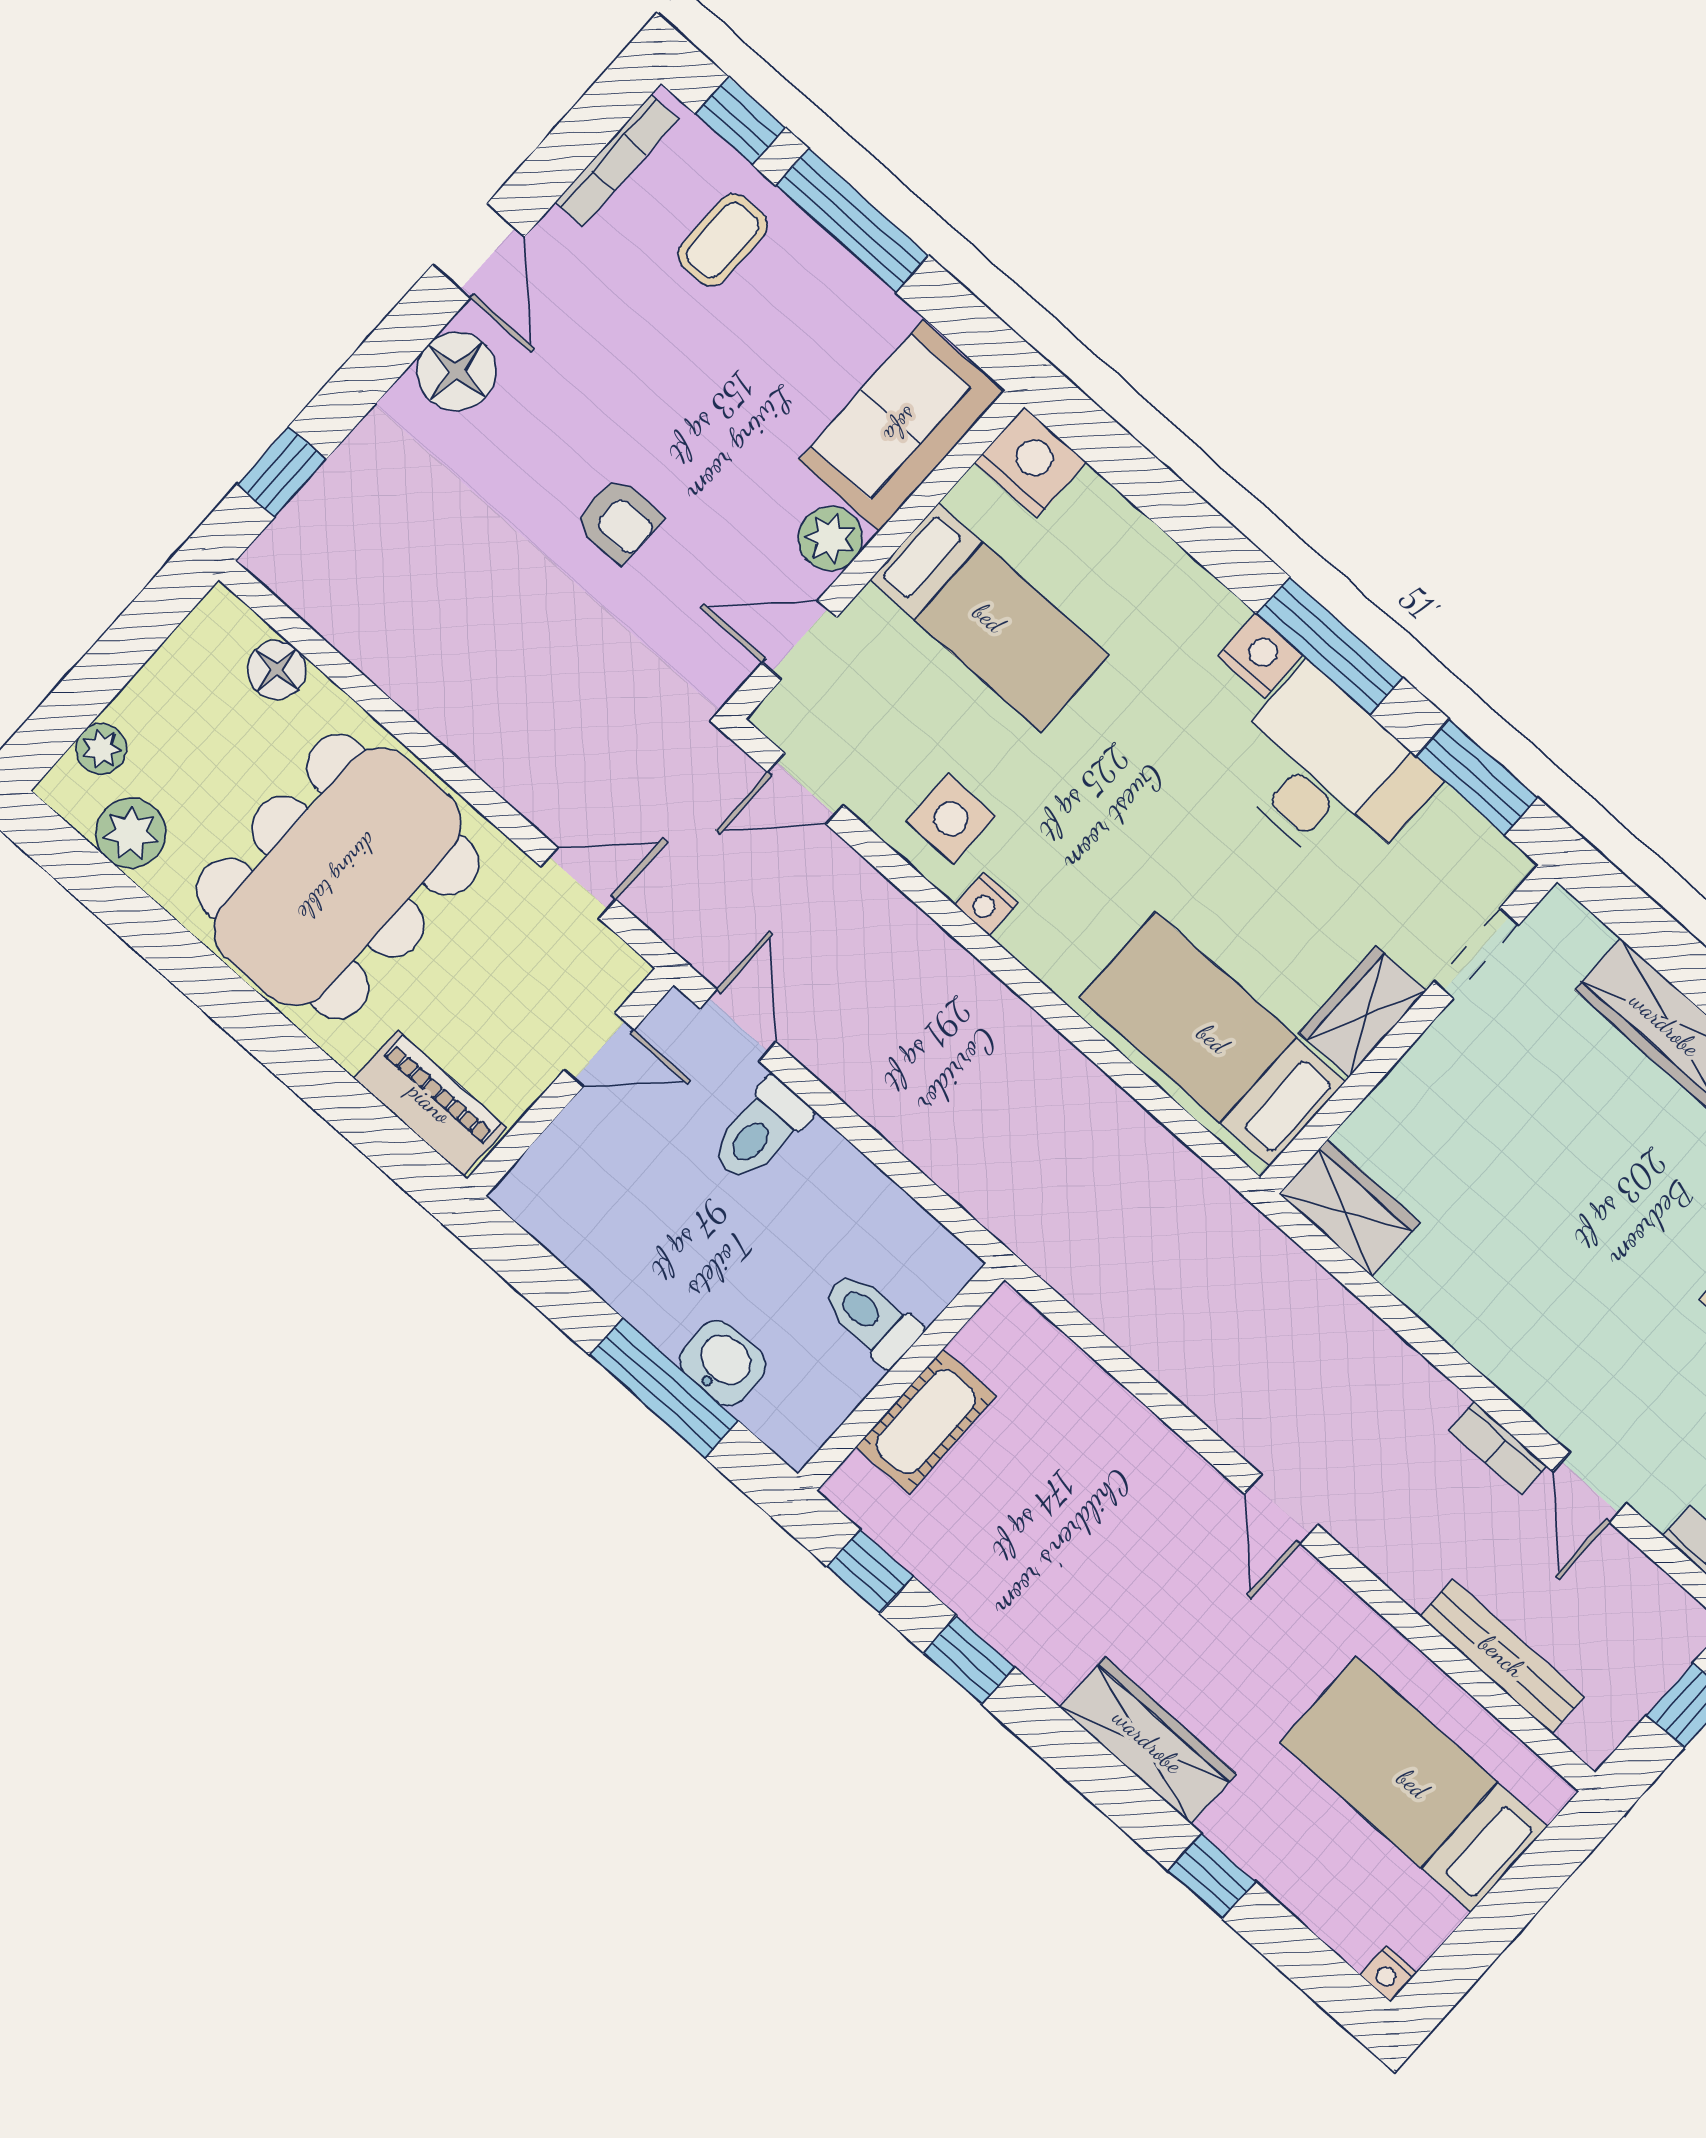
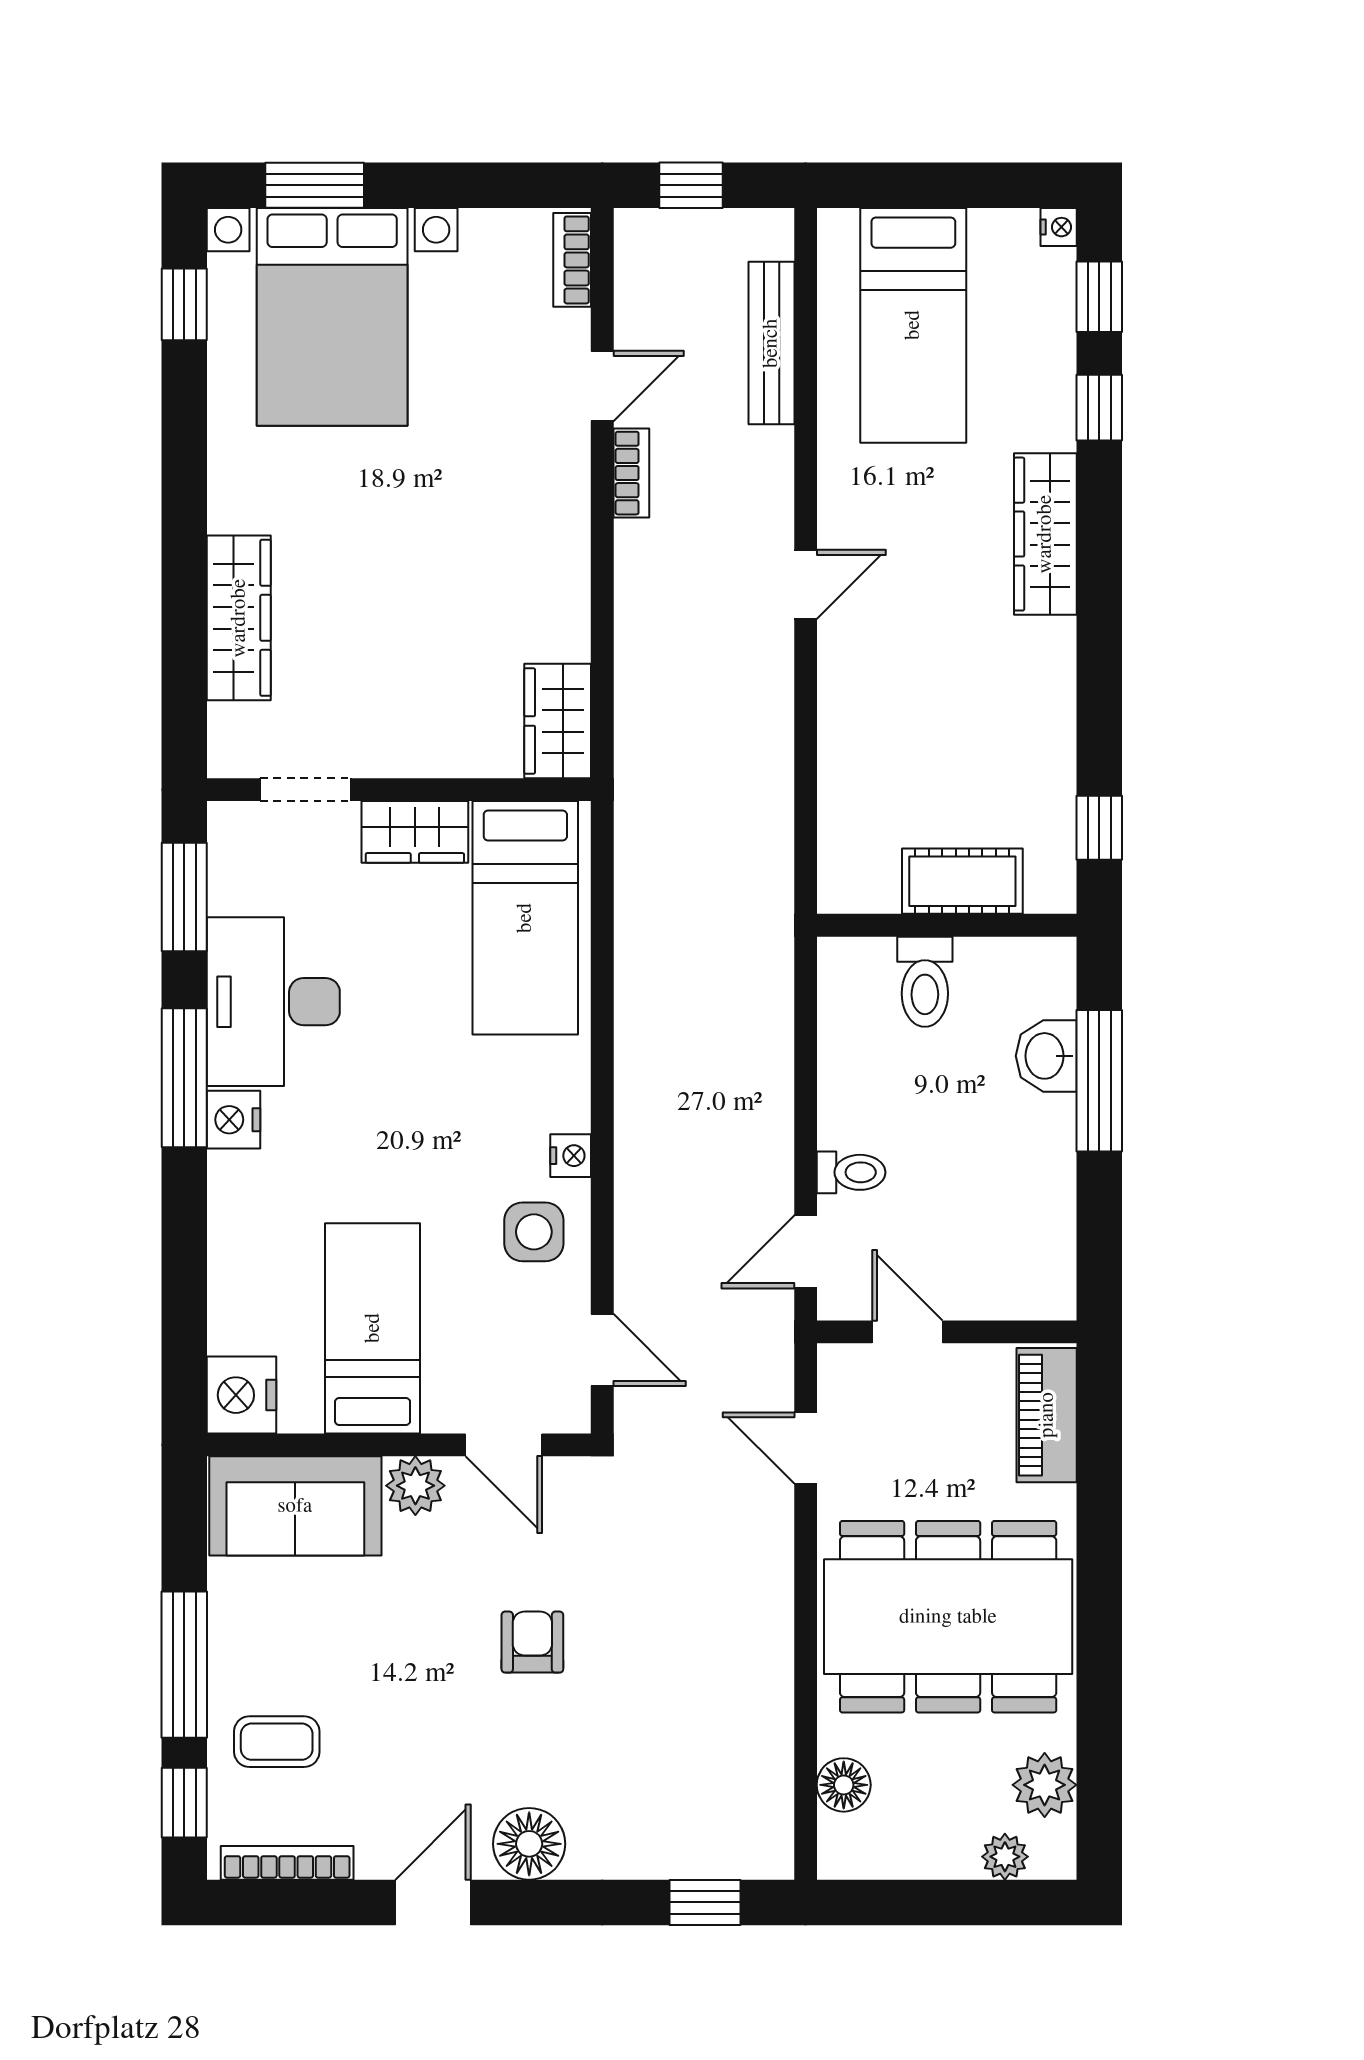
toilet: (760, 1131) -> (851, 1172), width x0.73, depth x0.72
window: (969, 1660) -> (1099, 297), moved

